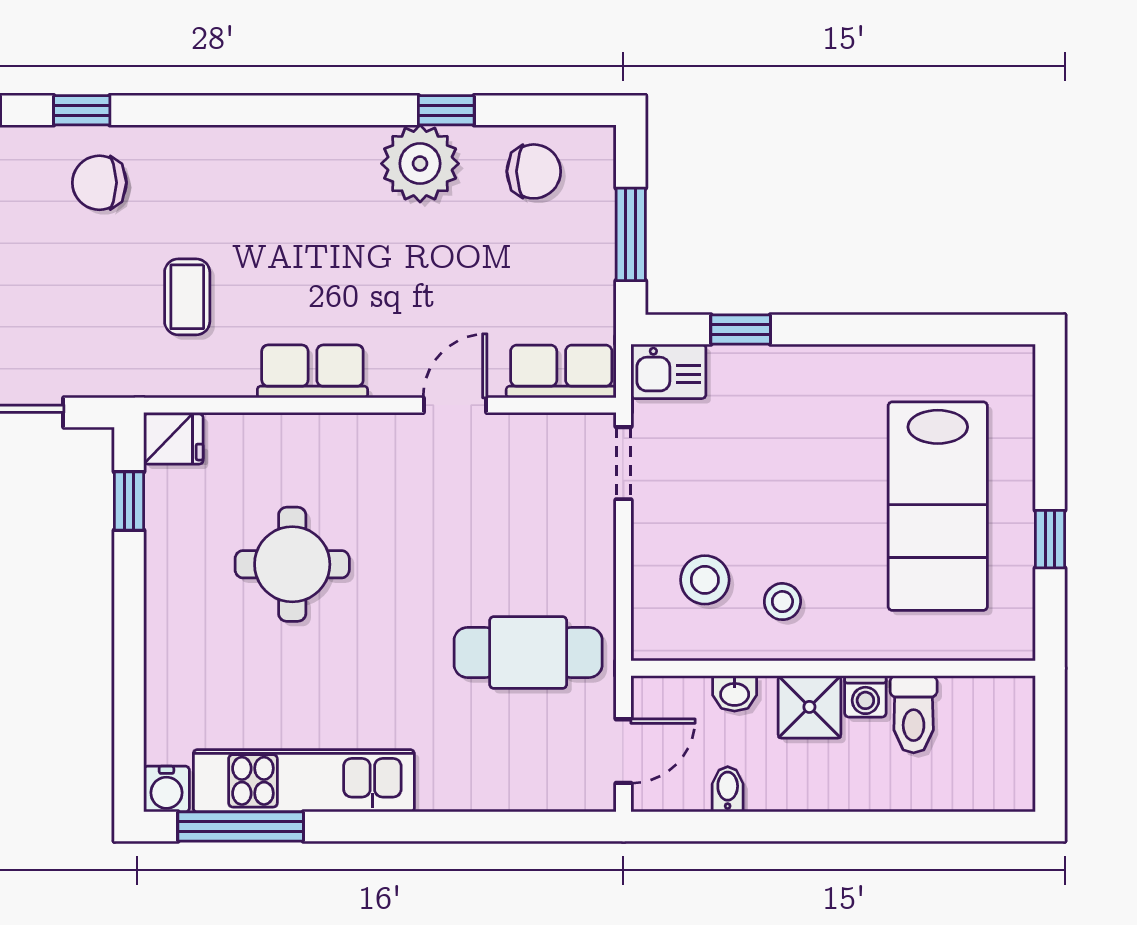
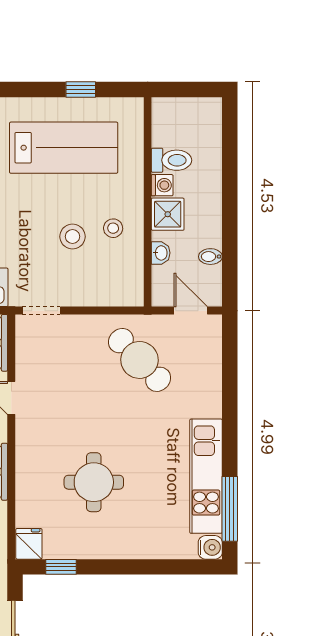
stool: (705, 580) -> (72, 237), moved
cafe table: (528, 653) -> (140, 360), turned -44

